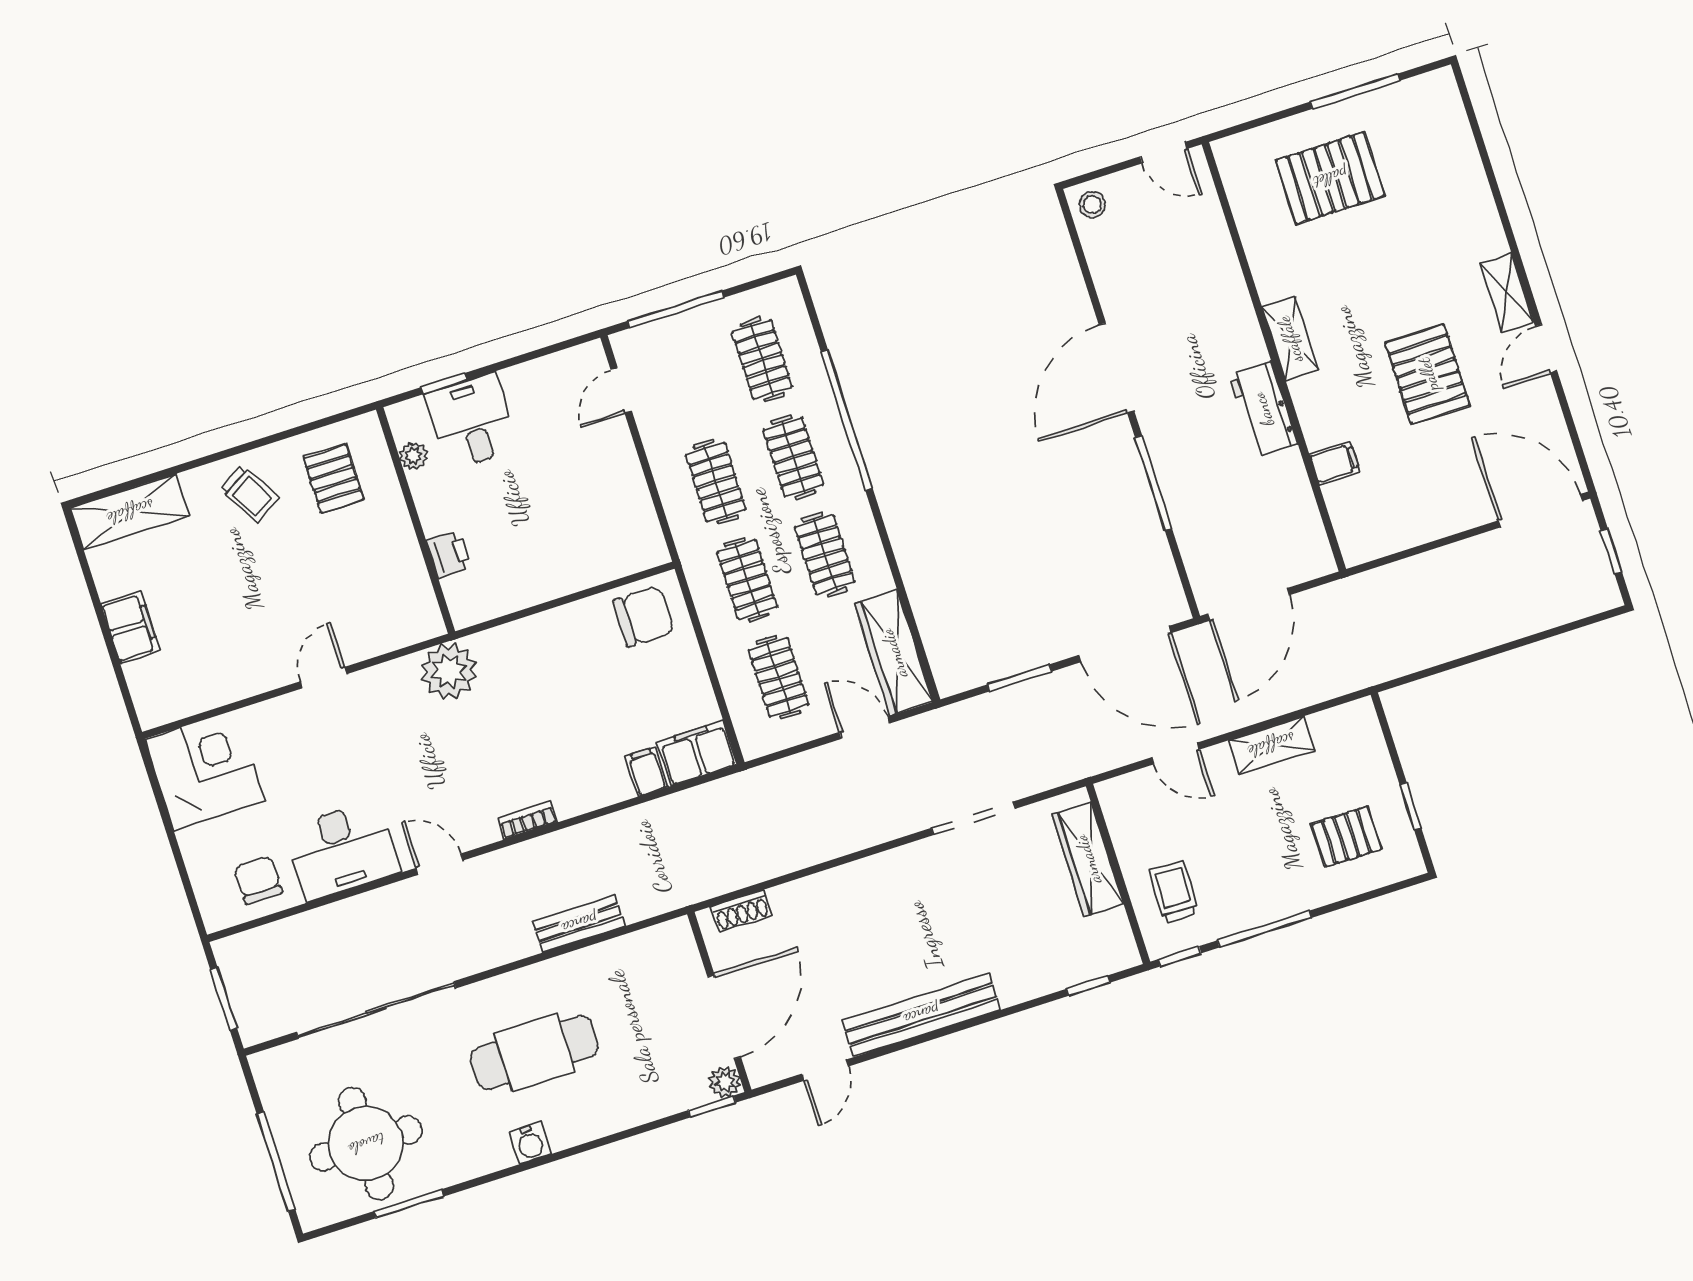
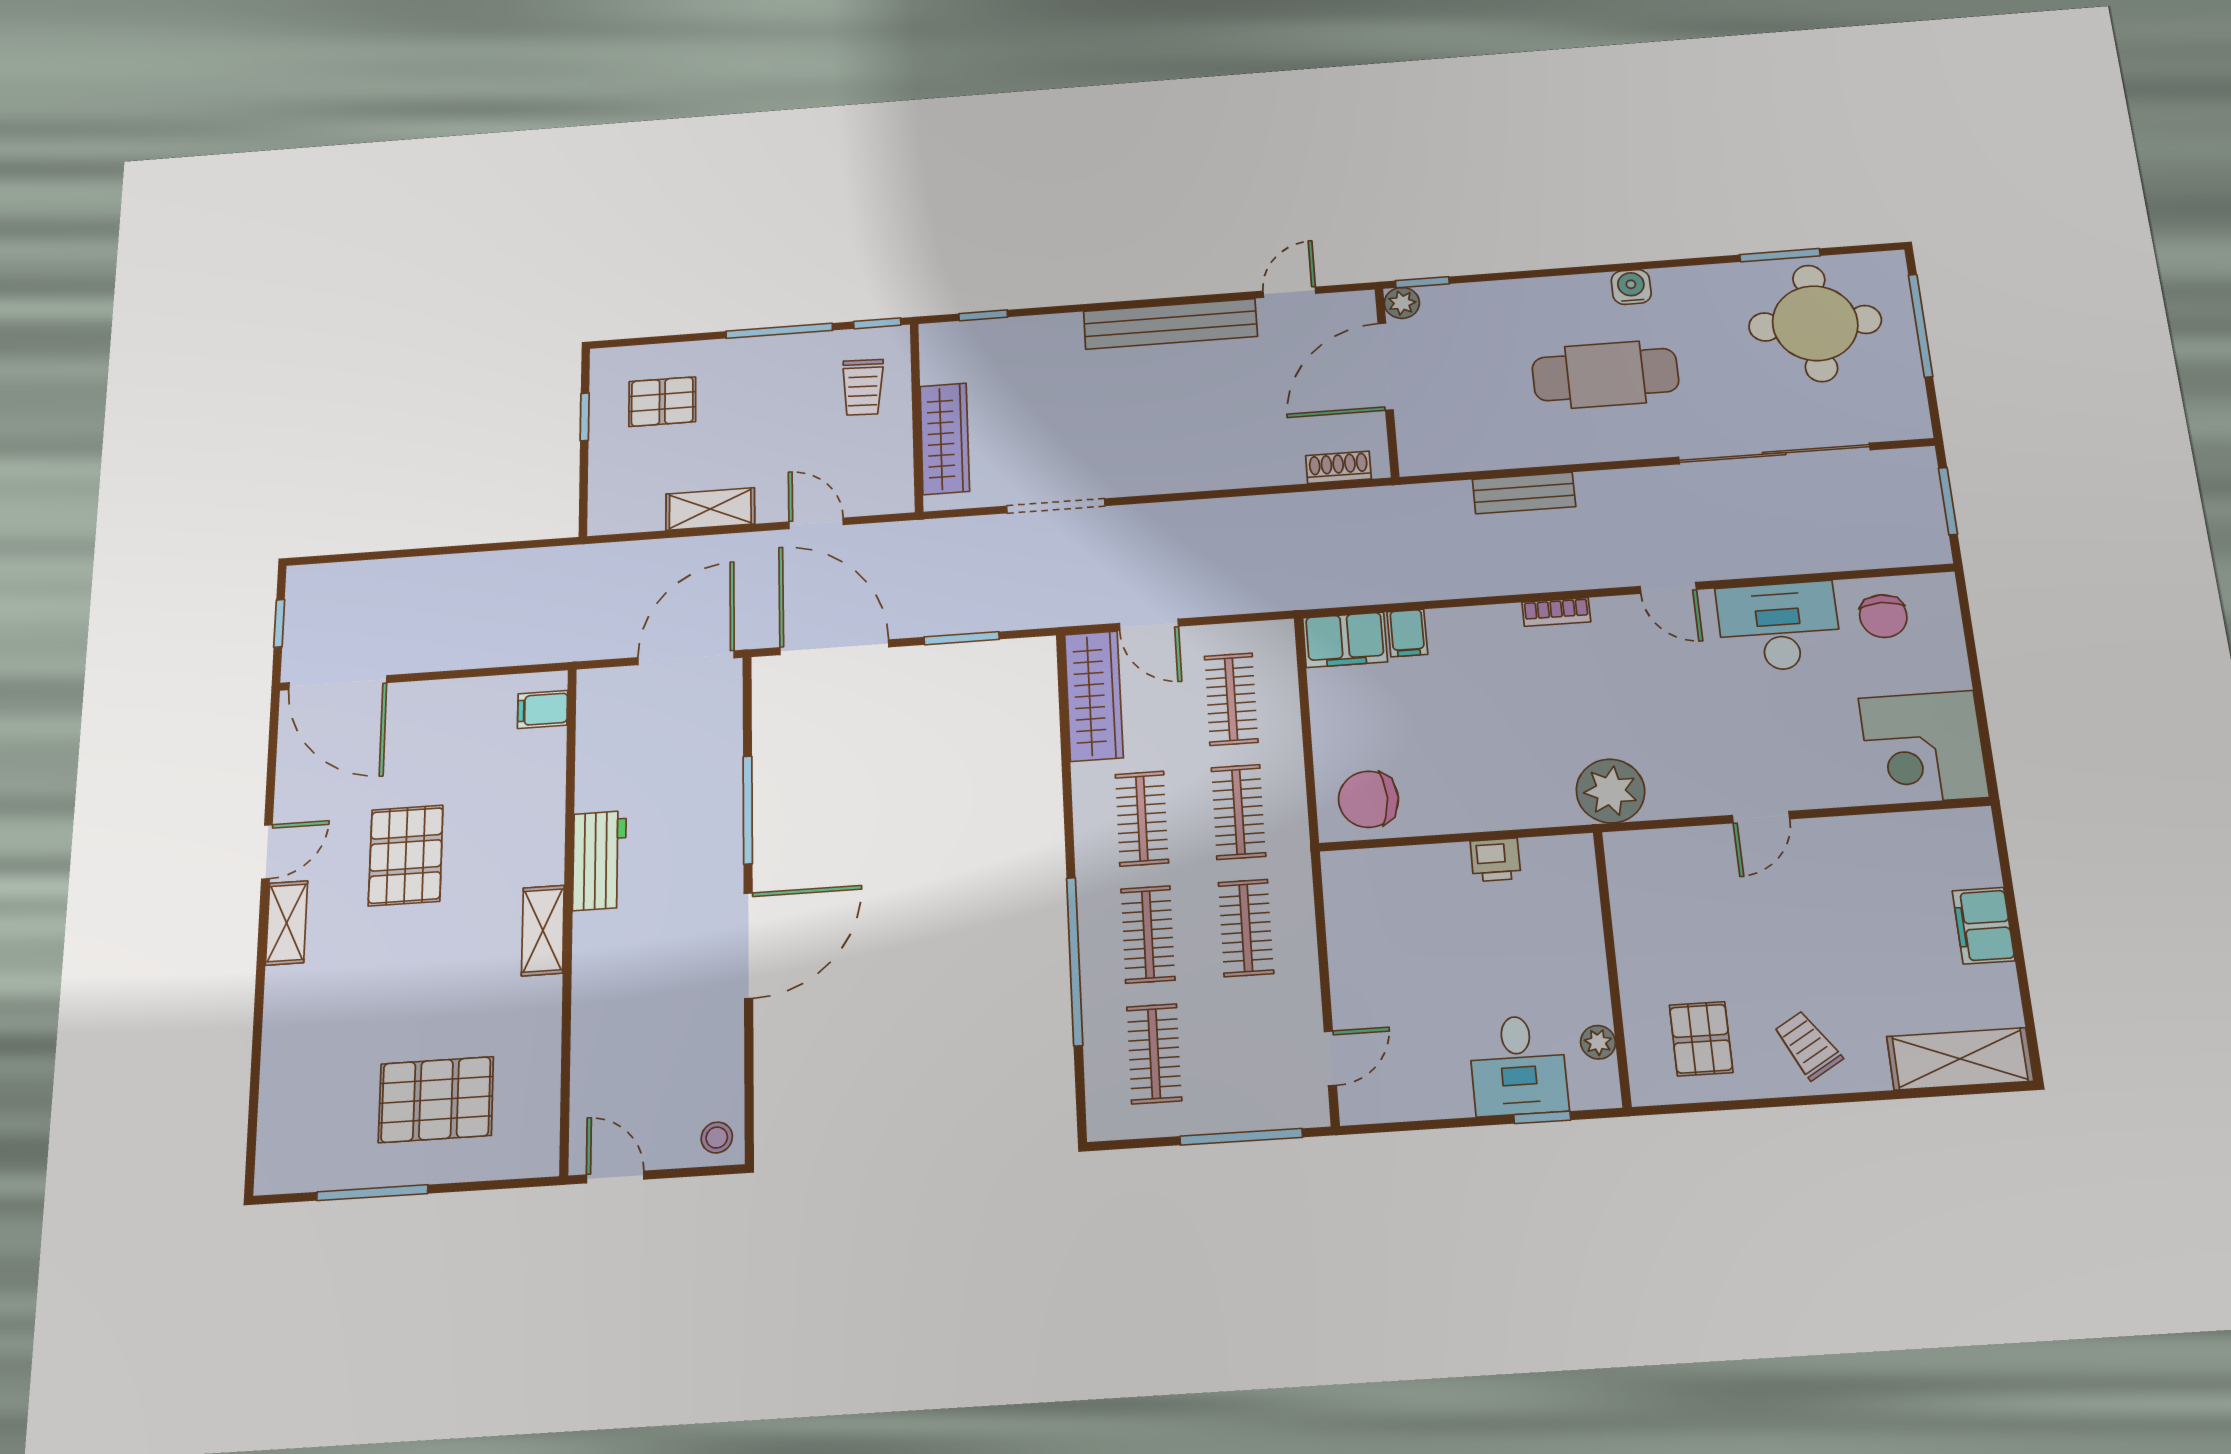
filing cabinet: (1335, 463) -> (543, 709), moved
printer: (449, 554) -> (1496, 860), moved, turned -90

